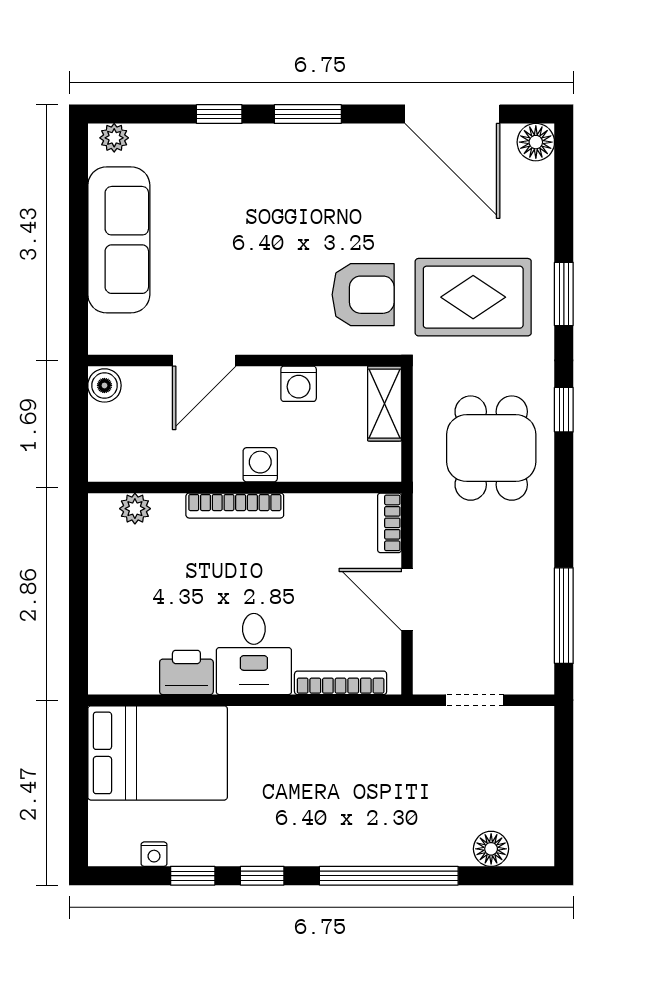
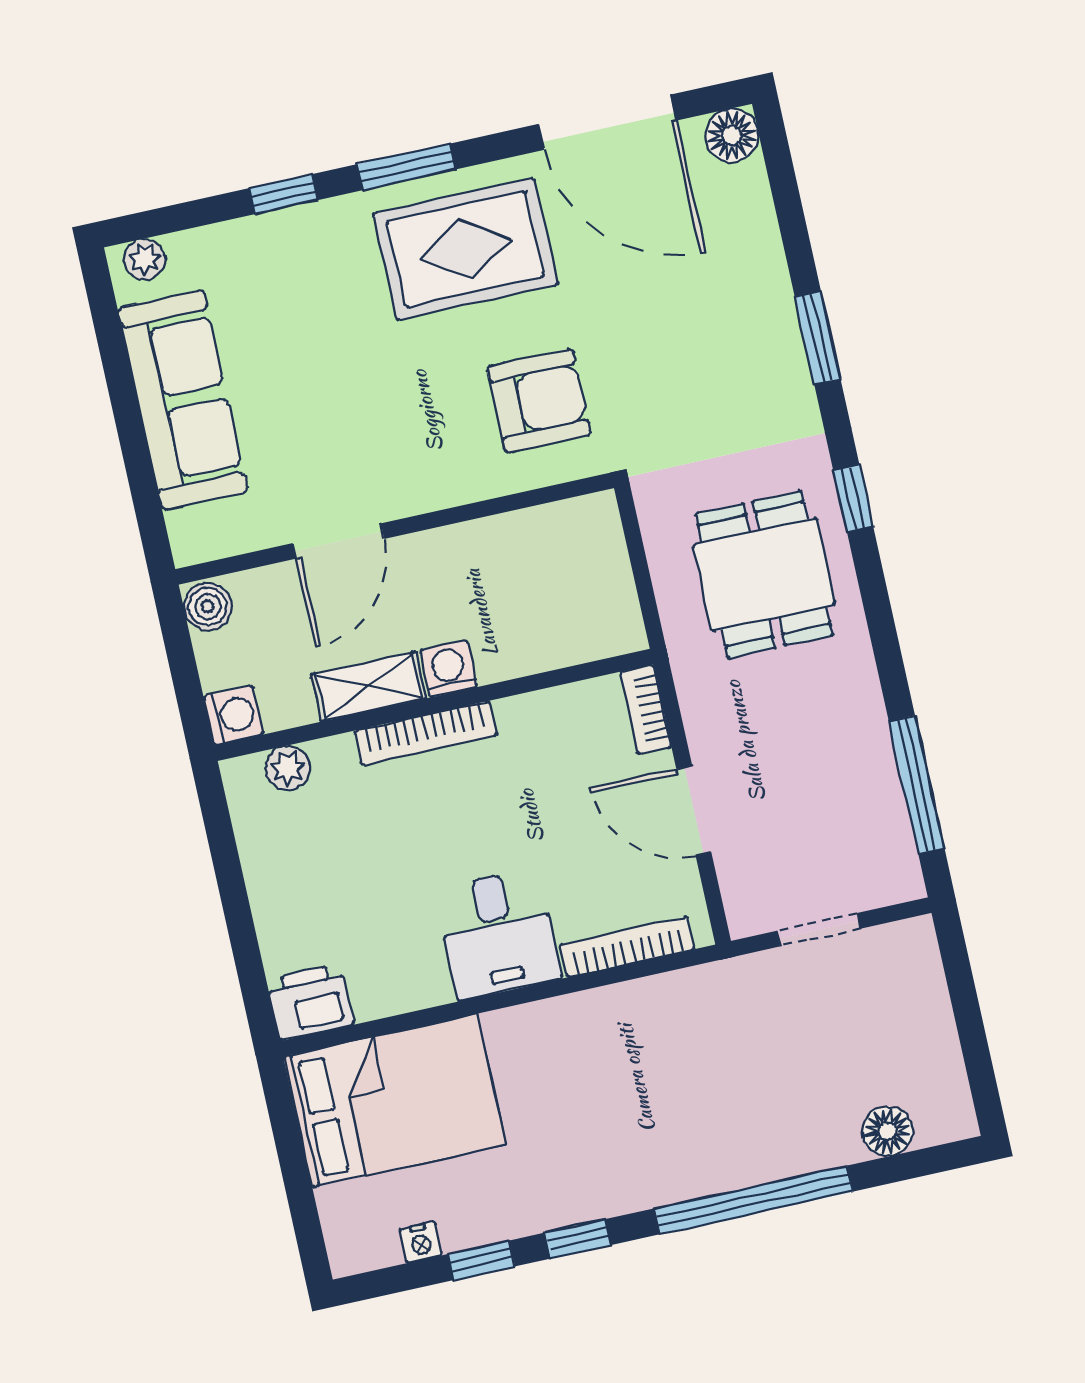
rug: (473, 297) -> (466, 249), moved
washing machine: (299, 384) -> (233, 715), moved, turned -90
shelving: (385, 404) -> (369, 687), moved, turned 90
printer: (186, 672) -> (310, 1002), moved

